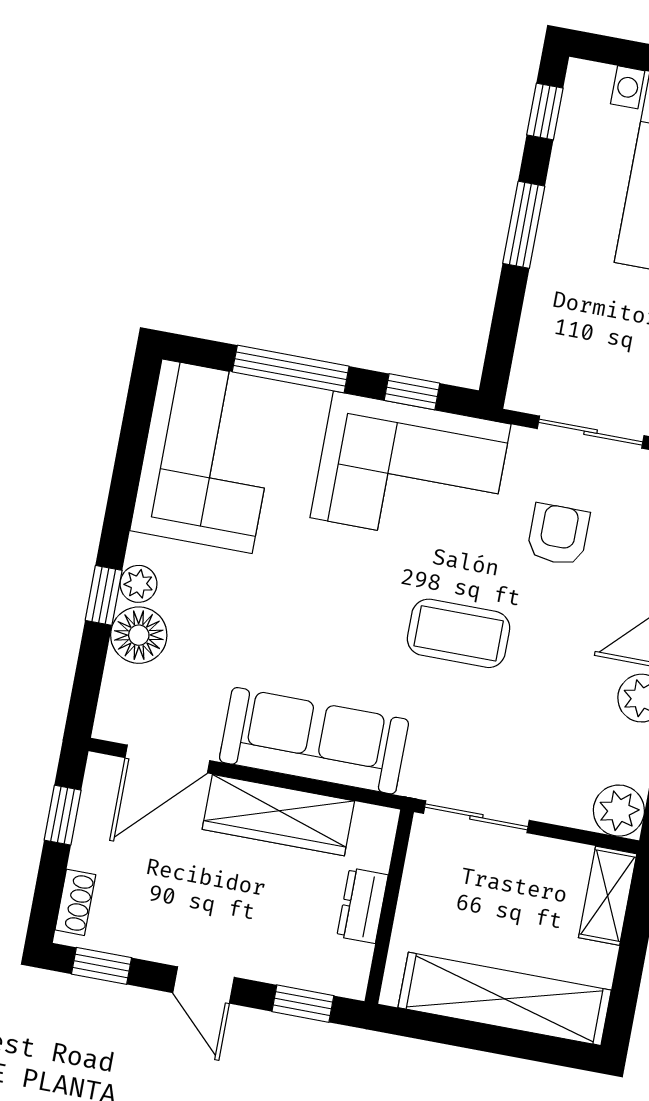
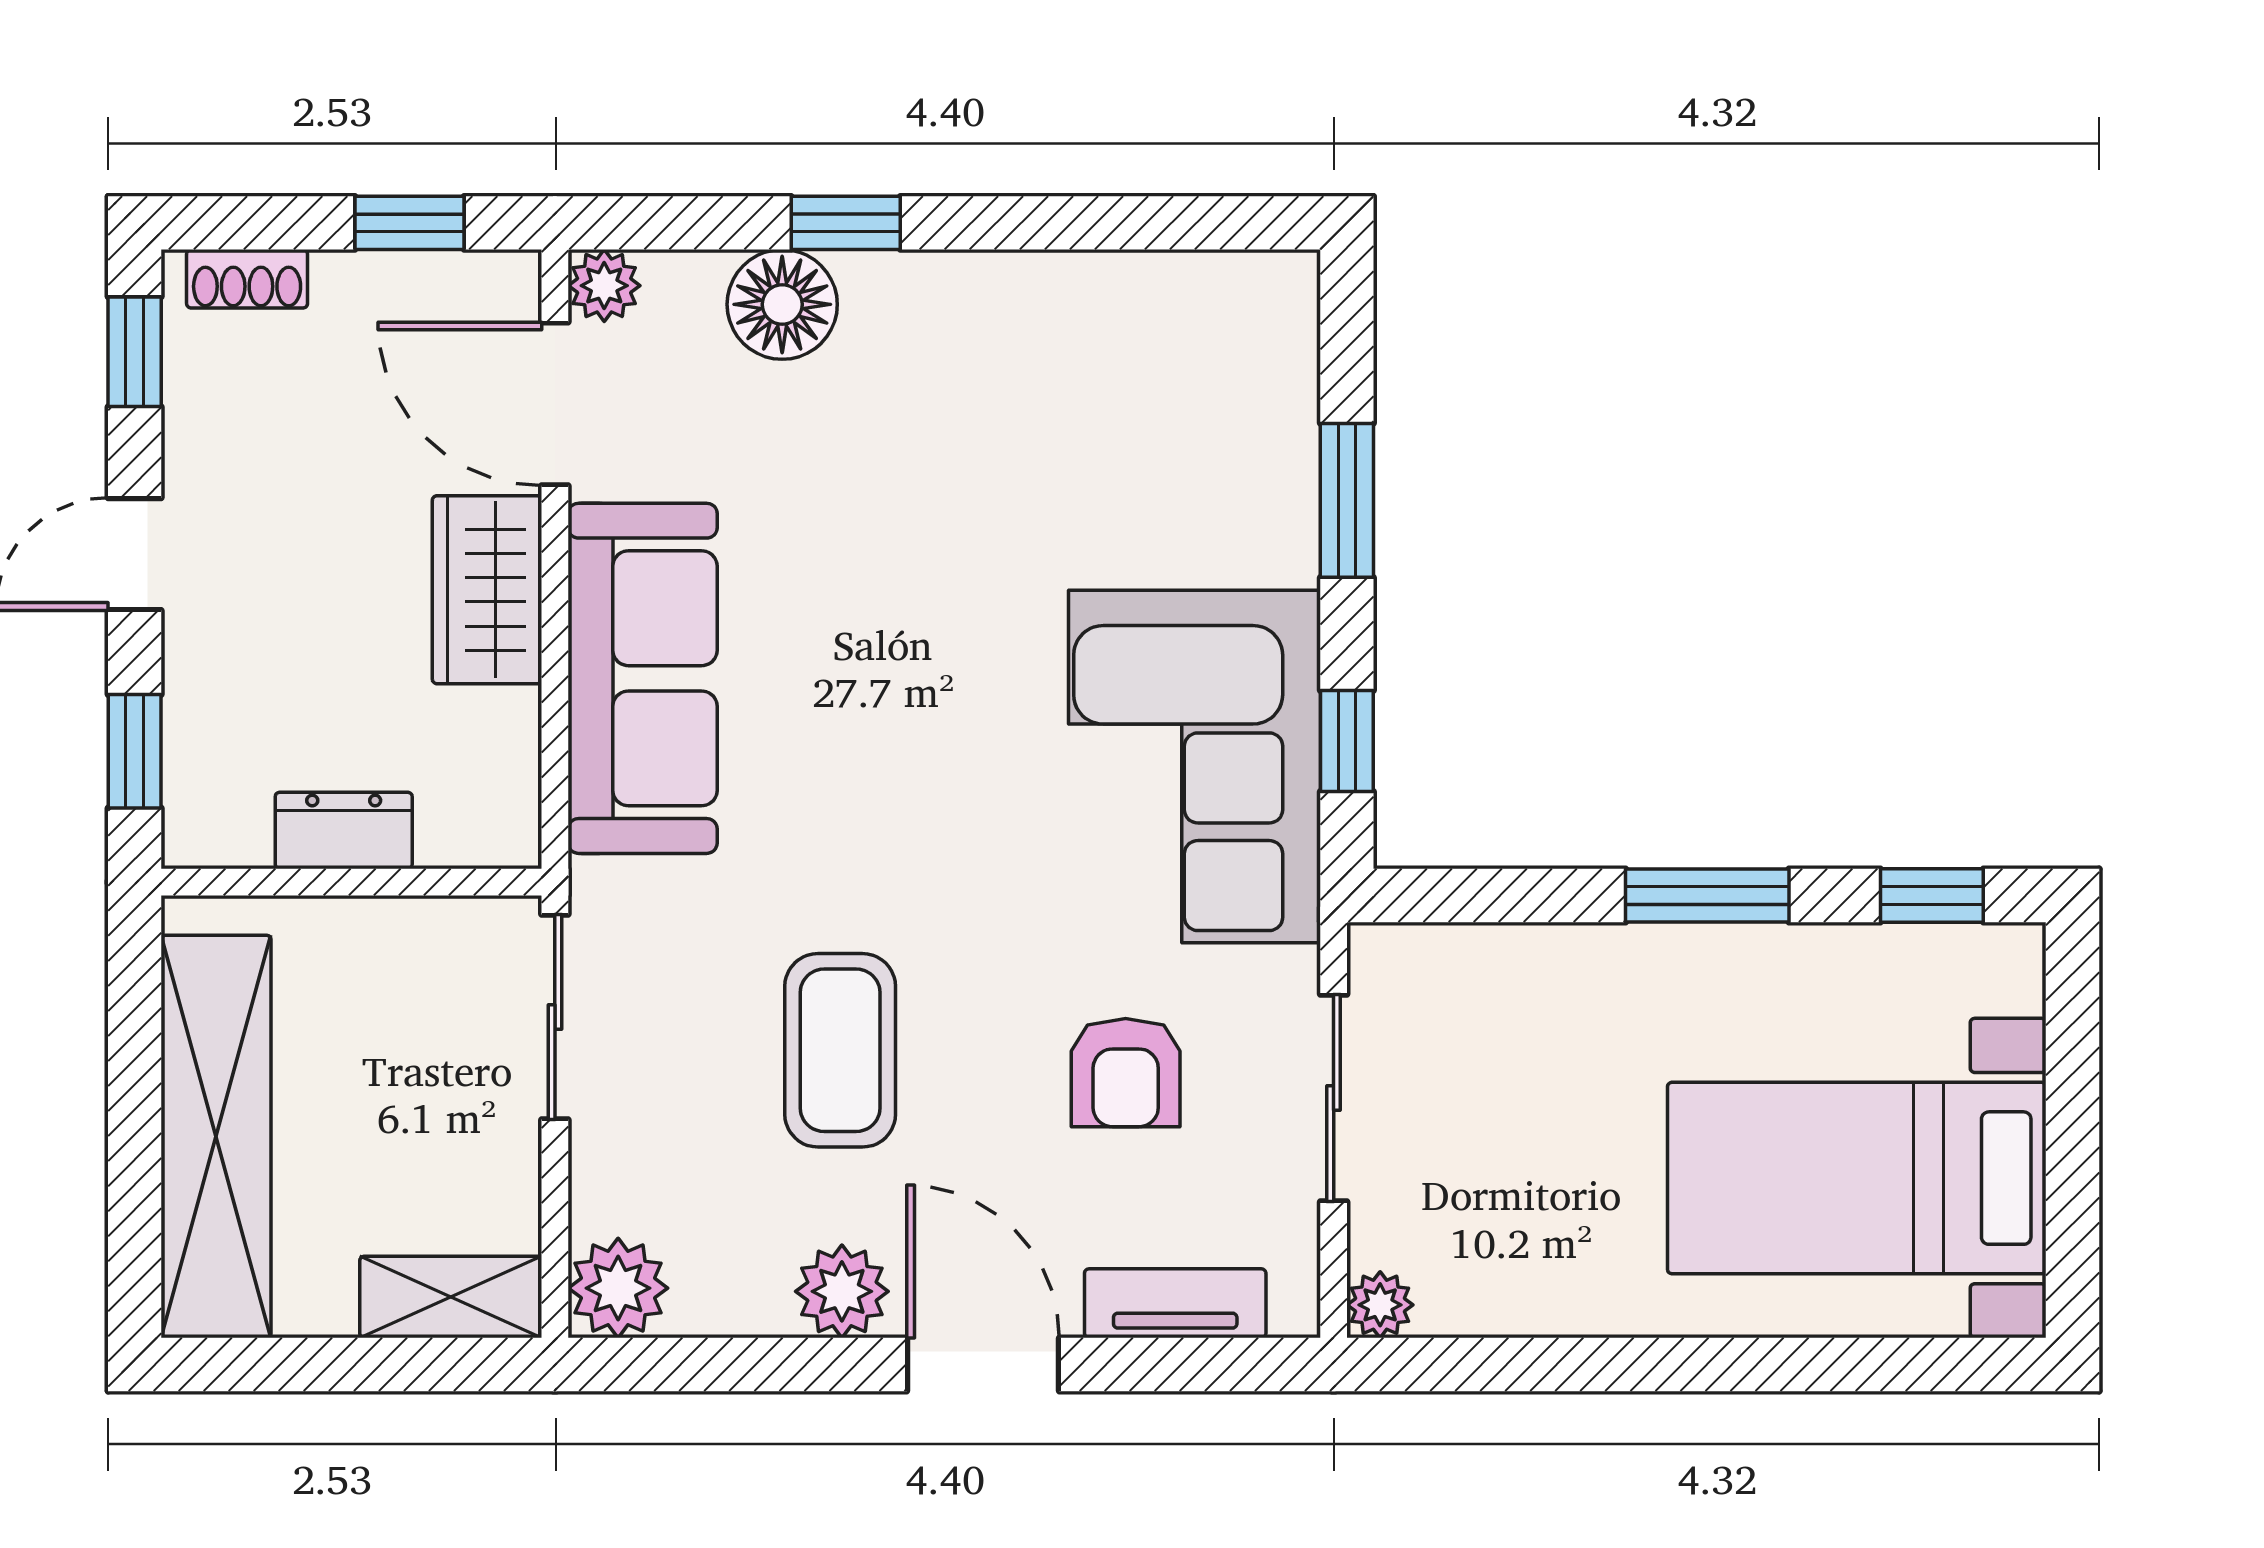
window: (291, 369) -> (1347, 500), width x0.69
corner sofa: (207, 456) -> (1150, 371), removed
armchair: (558, 535) -> (1126, 1073), turned 90
plant: (138, 584) -> (604, 286), moved
coffee table: (459, 633) -> (840, 1050), moved
wardrobe: (278, 815) -> (487, 590), width x0.67

